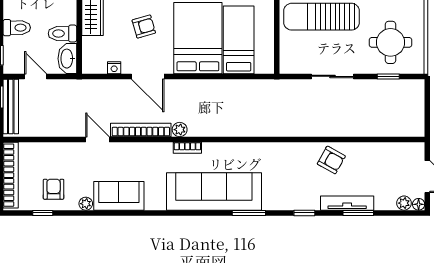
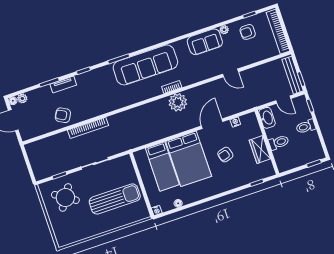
toilet: (62, 34) -> (279, 142), moved
round table: (390, 42) -> (65, 197), turned 33
door: (148, 76) -> (212, 124), hinge flipped
bookcase: (141, 130) -> (88, 128), moved
plant: (180, 130) -> (178, 102), width x1.88, depth x1.88
armchair: (331, 160) -> (63, 115), moved
armchair: (54, 189) -> (248, 32), turned 90
tv unit: (347, 203) -> (63, 85), width x0.71

